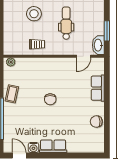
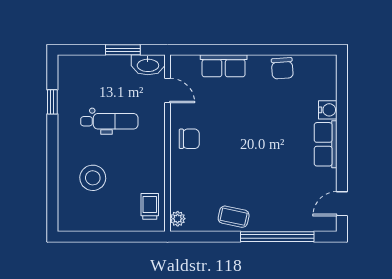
dental chair: (66, 23) -> (109, 121), turned 180
trolley: (37, 44) -> (150, 206), moved
chair: (50, 99) -> (189, 139), moved
water cooler: (33, 147) -> (328, 110), moved

